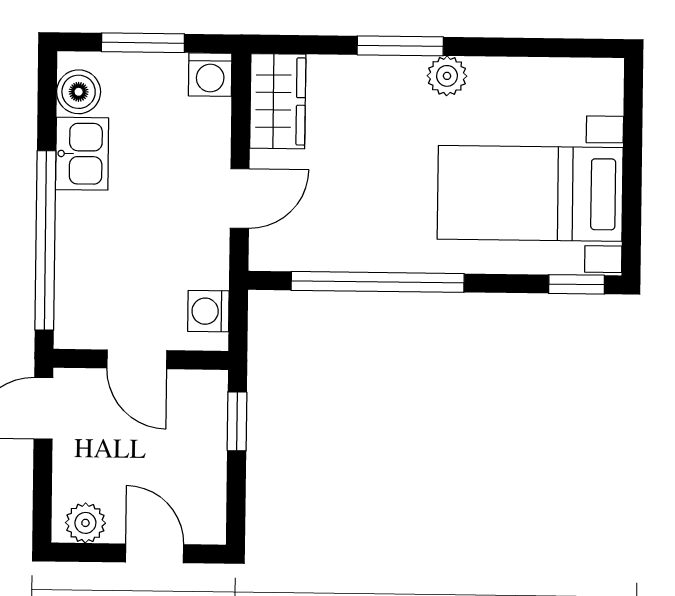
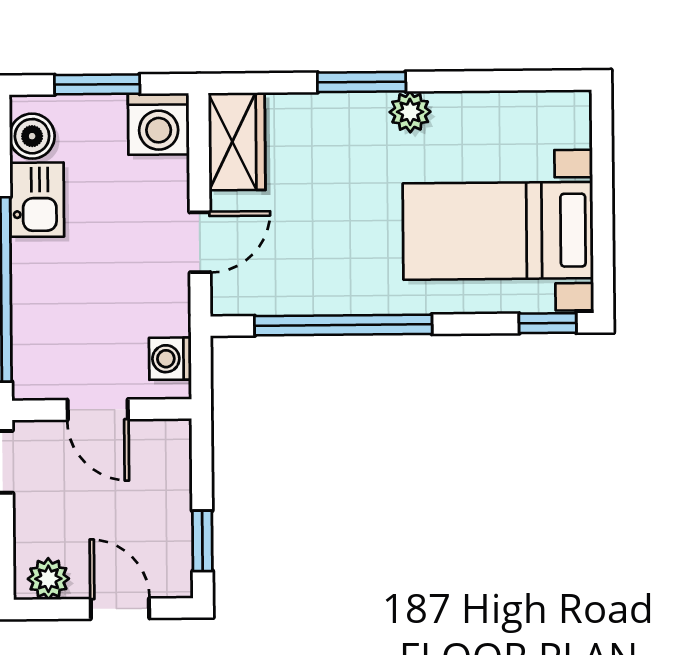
washing machine: (210, 75) -> (159, 124), width x1.38, depth x1.38
window: (237, 421) -> (202, 541), moved

